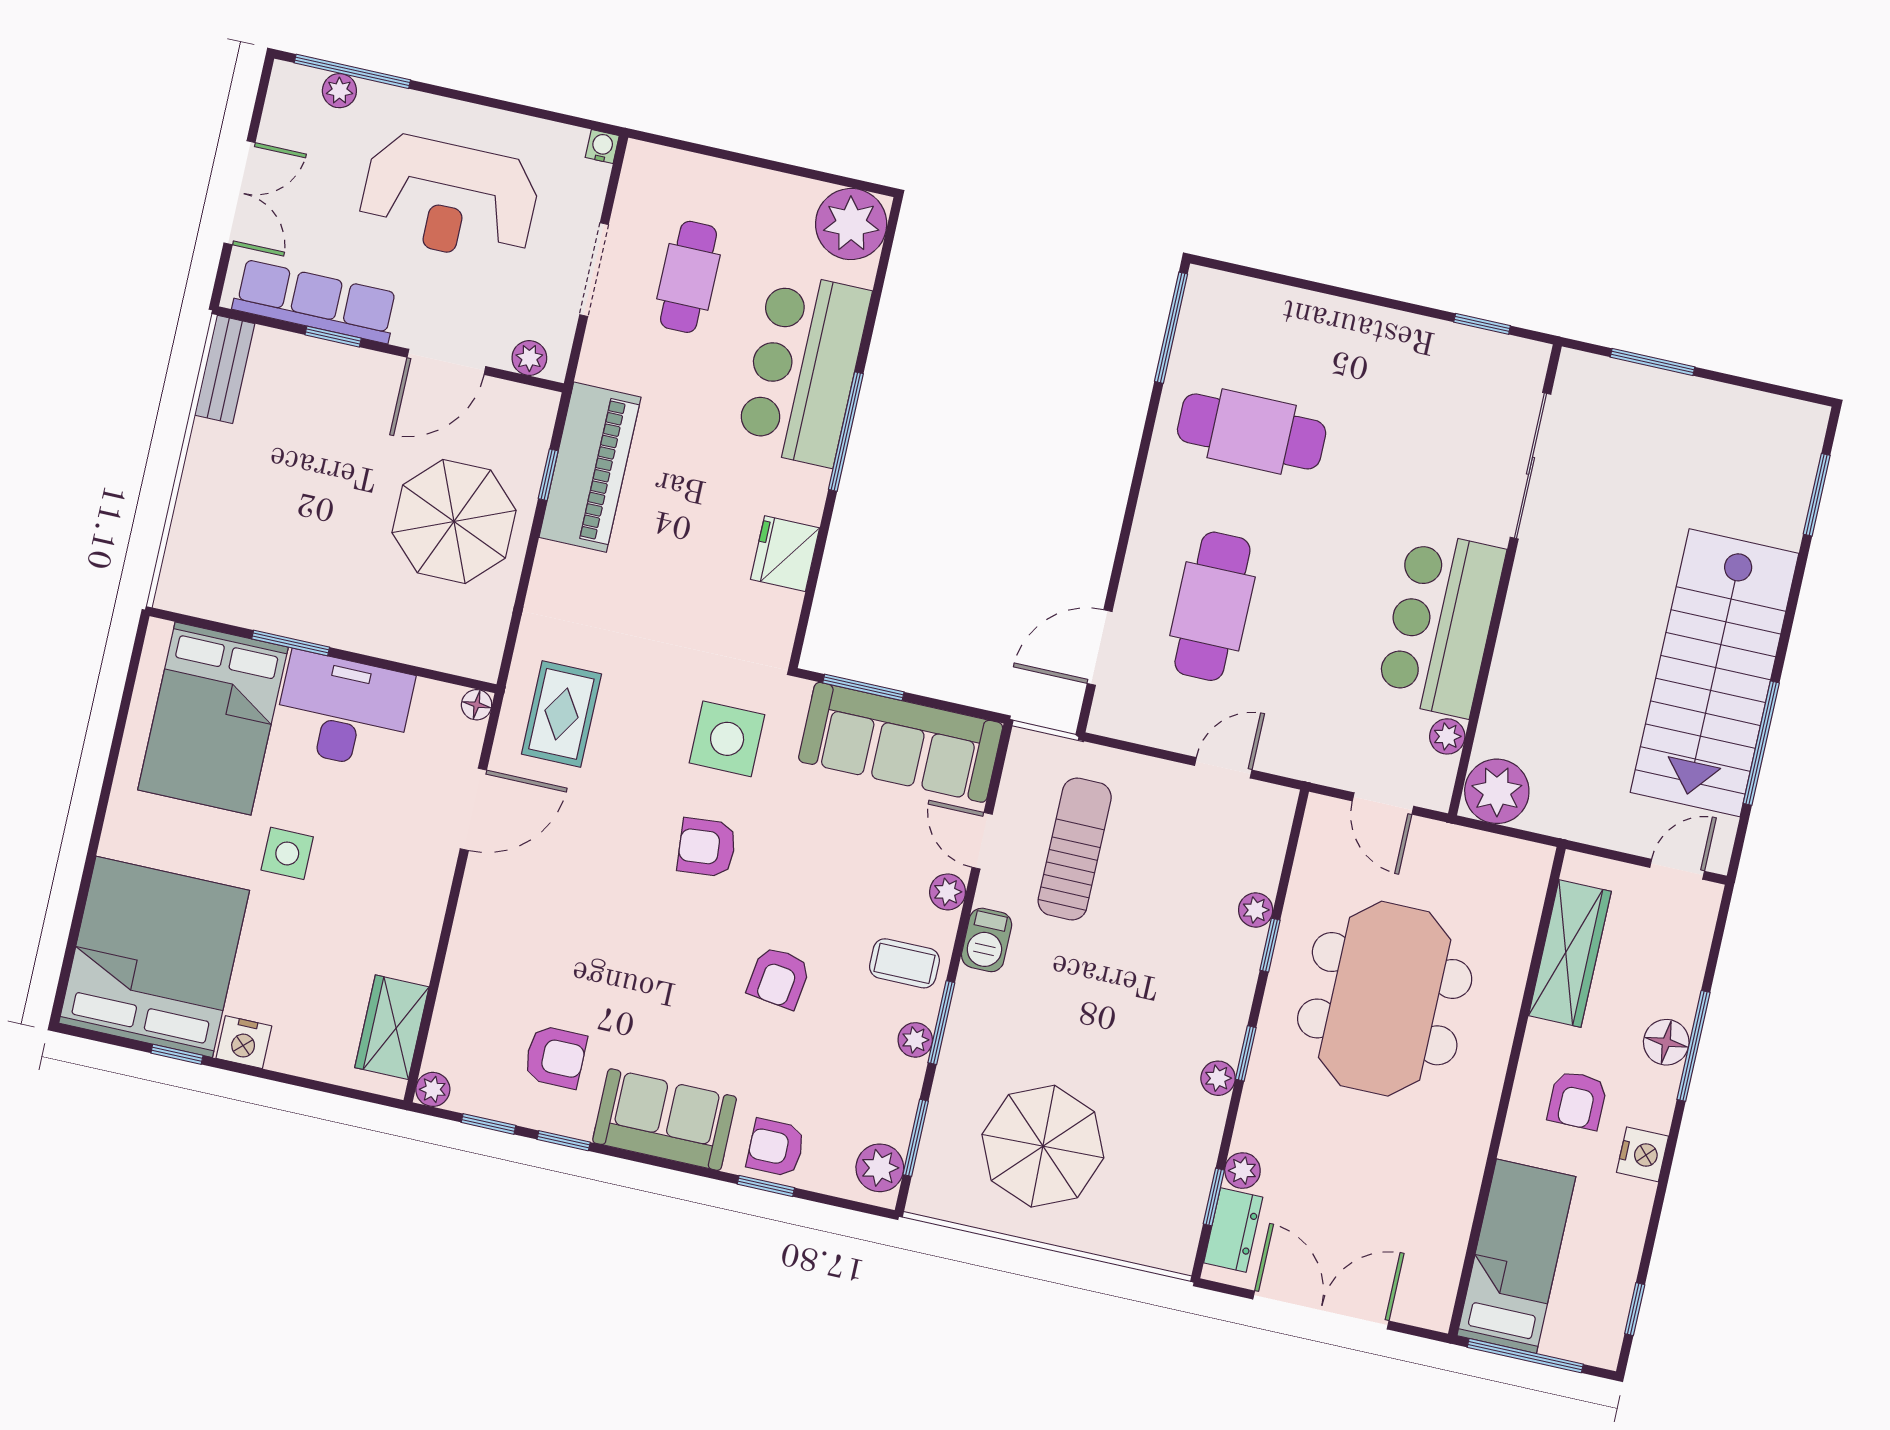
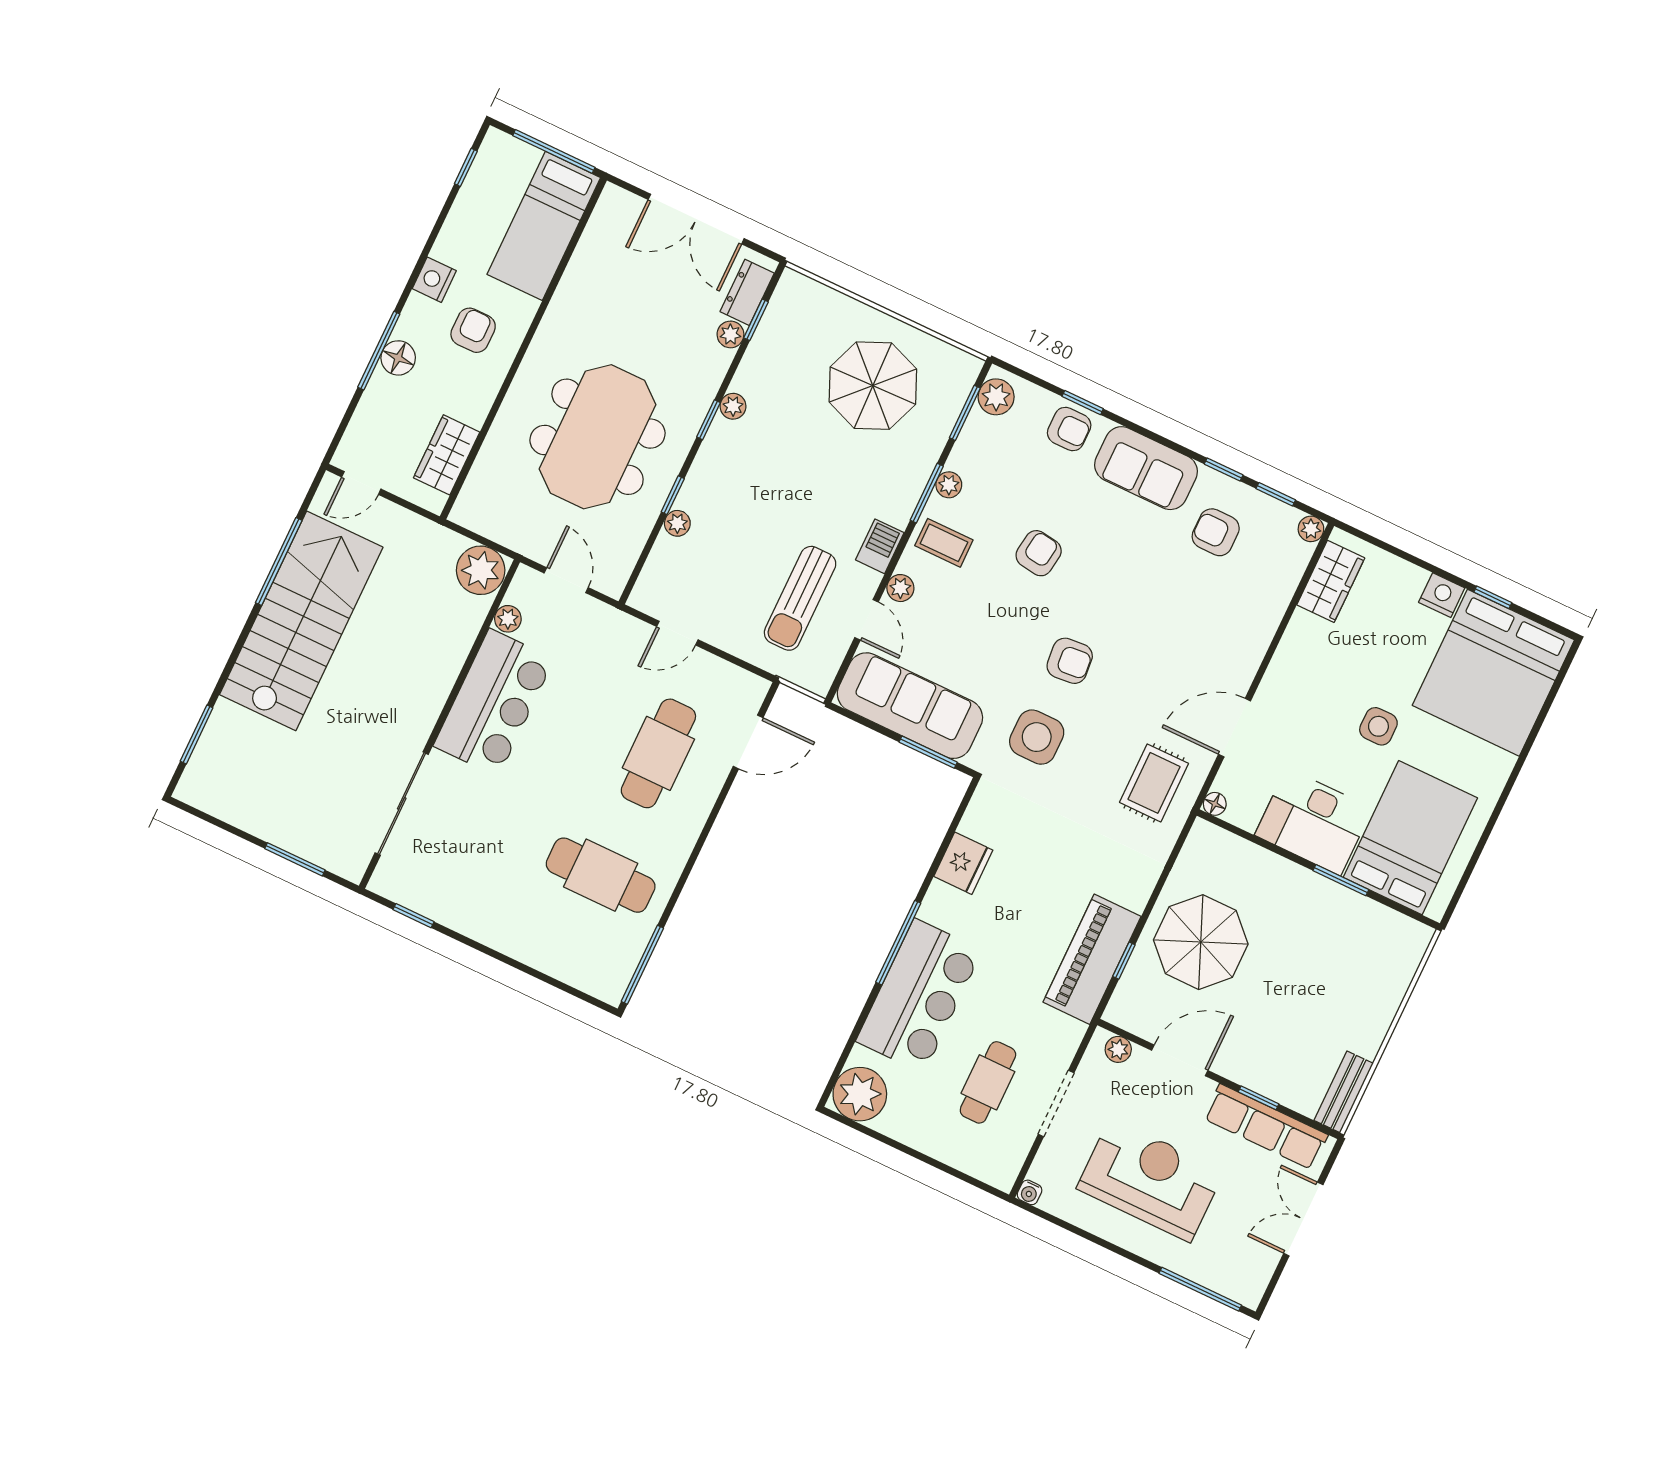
plant: (339, 91) -> (1213, 1277), removed
wardrobe: (1570, 953) -> (447, 455), width x0.67

